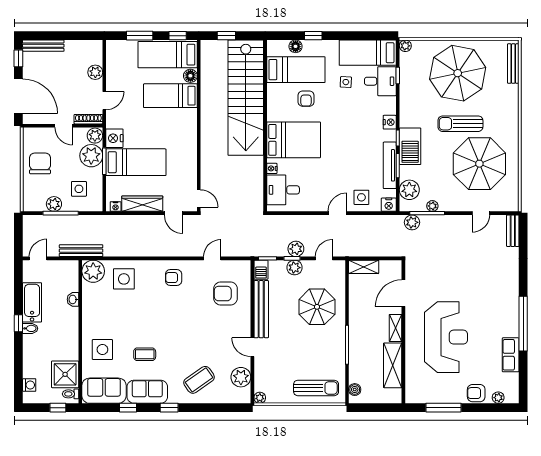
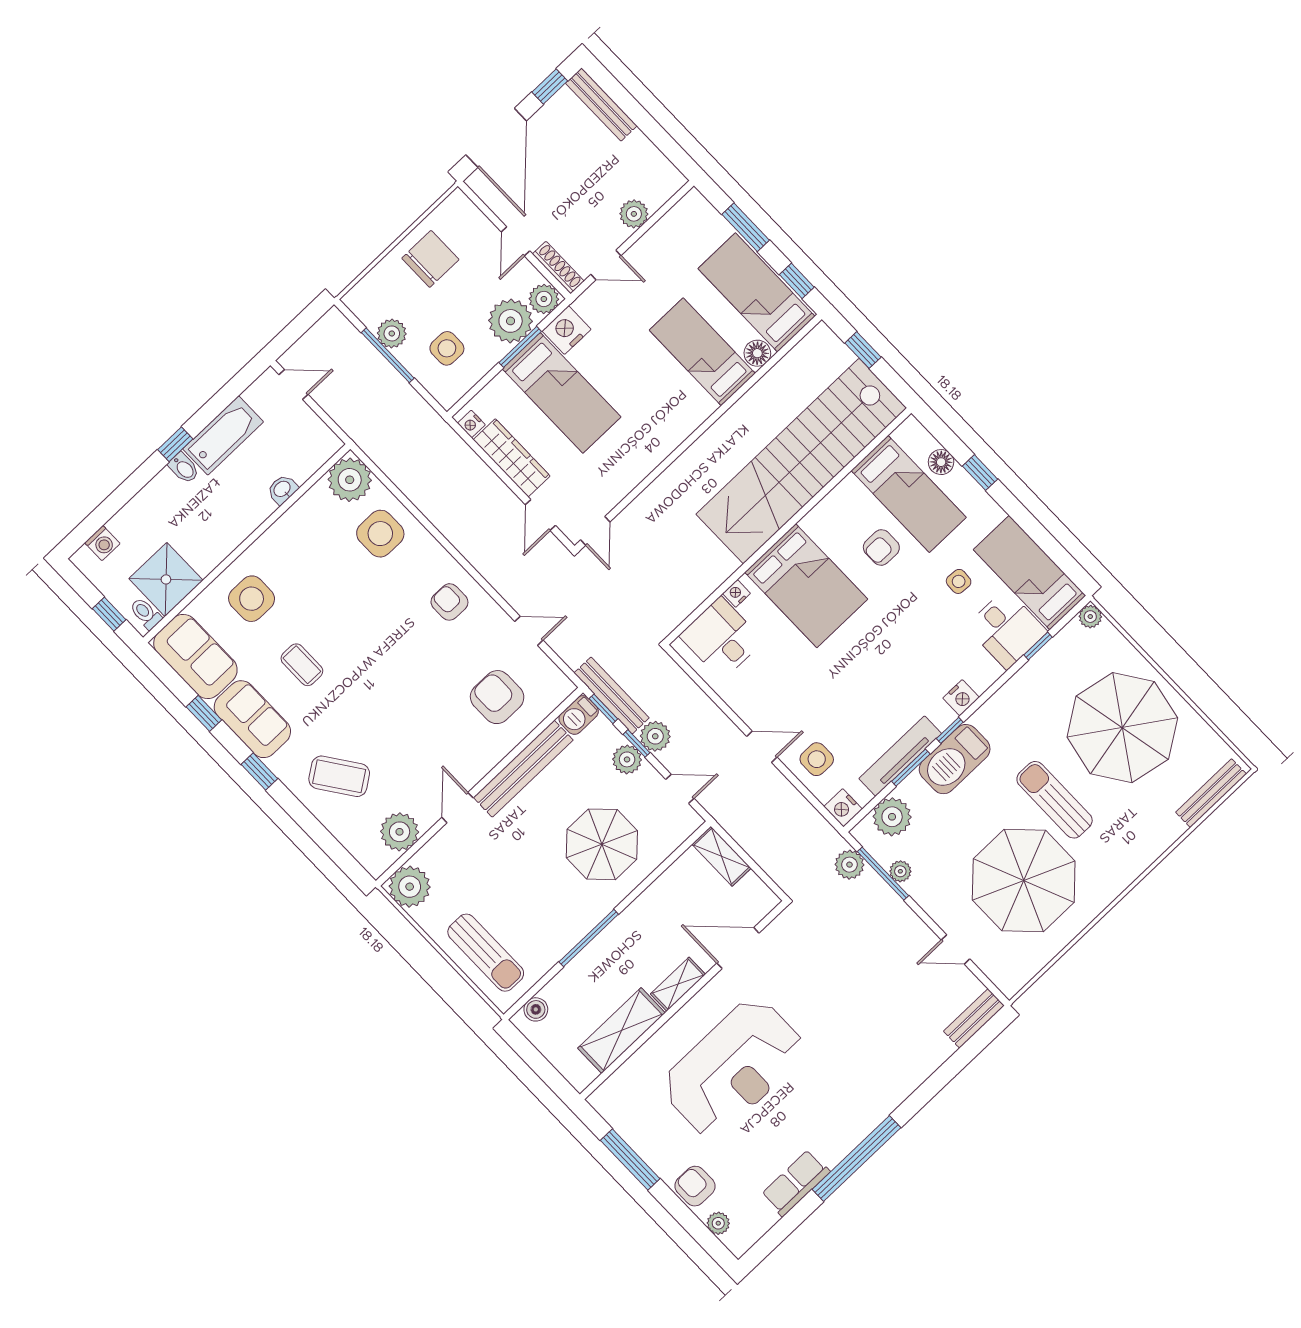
bench: (81, 251) -> (612, 695), moved
plant: (260, 398) -> (410, 887), width x1.87, depth x1.87

